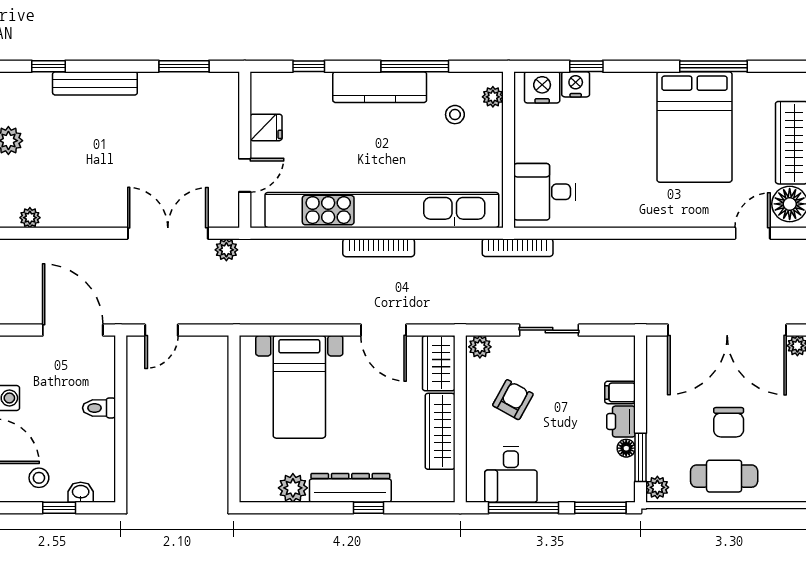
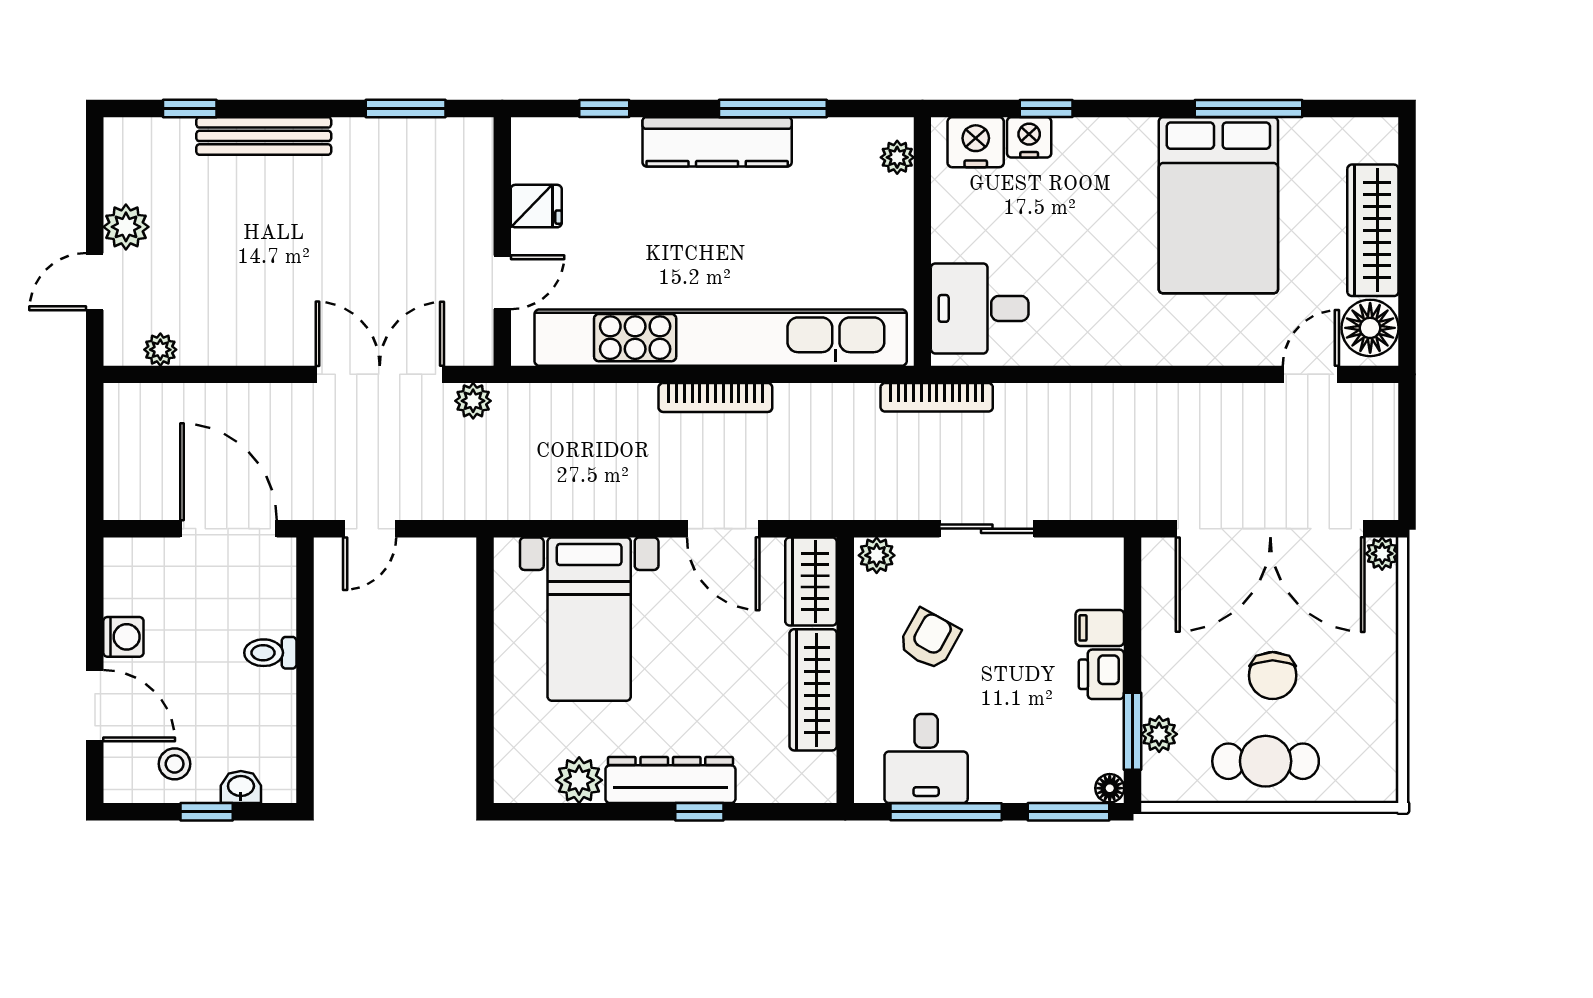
stool: (455, 115) -> (837, 186), removed
floor lamp: (626, 448) -> (1110, 788), moved
plant: (657, 487) -> (1159, 734), moved

